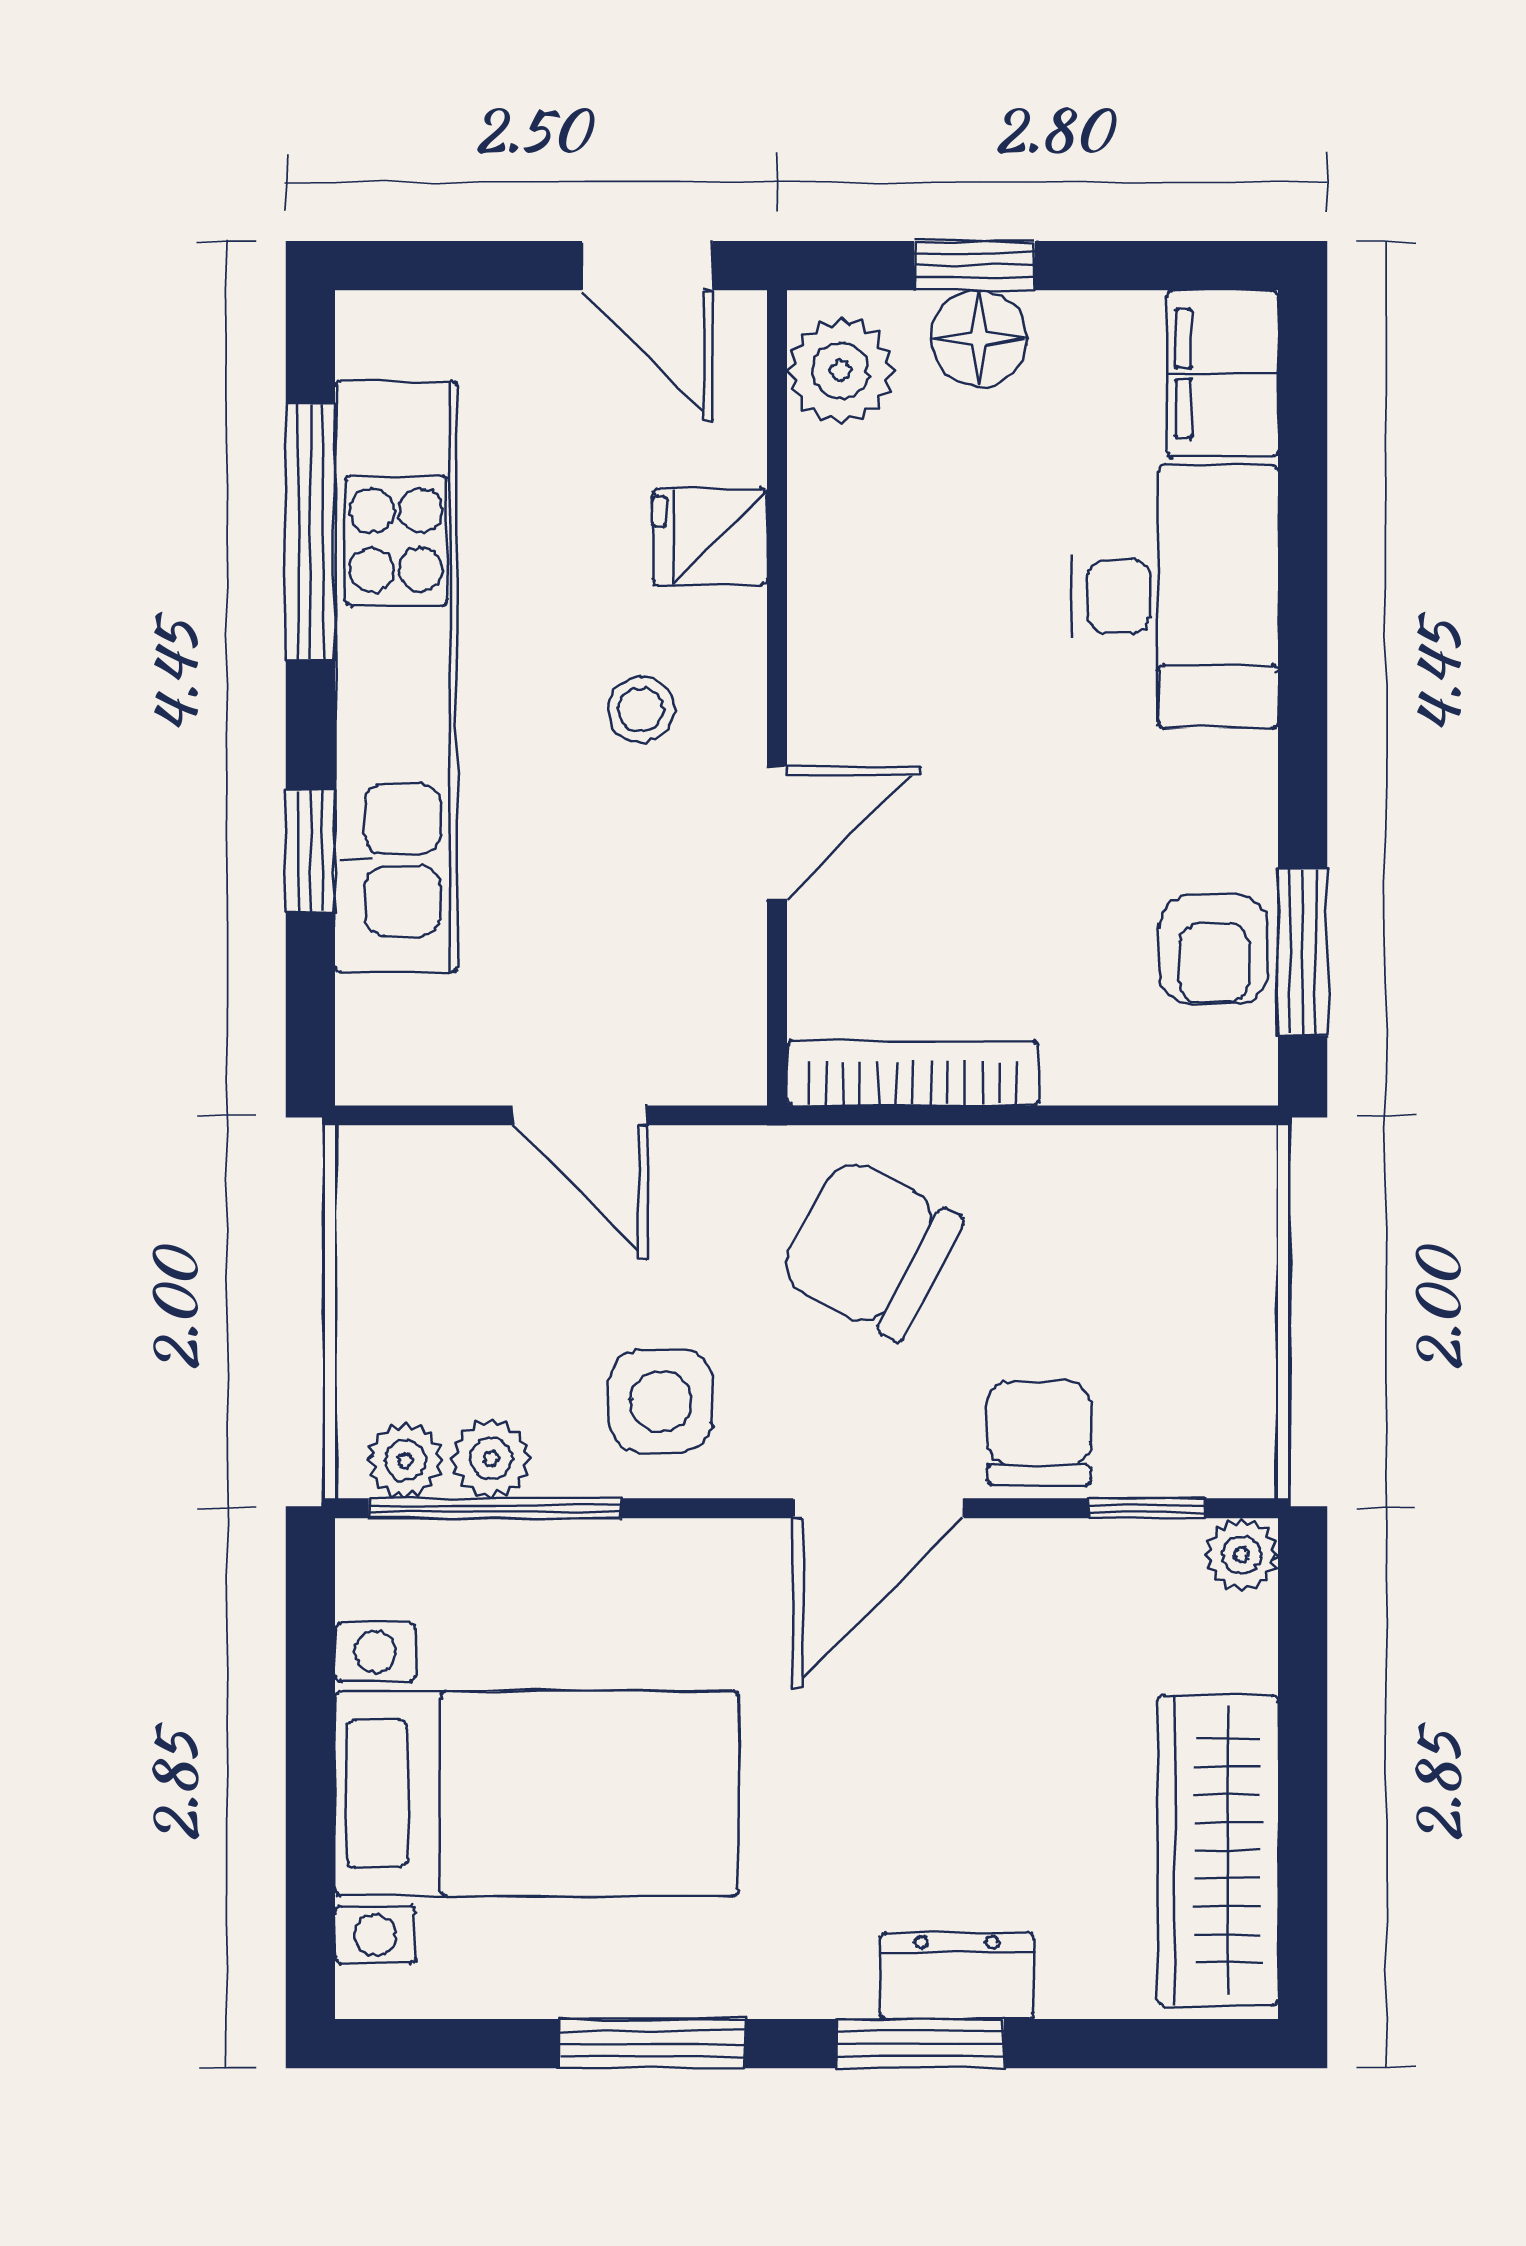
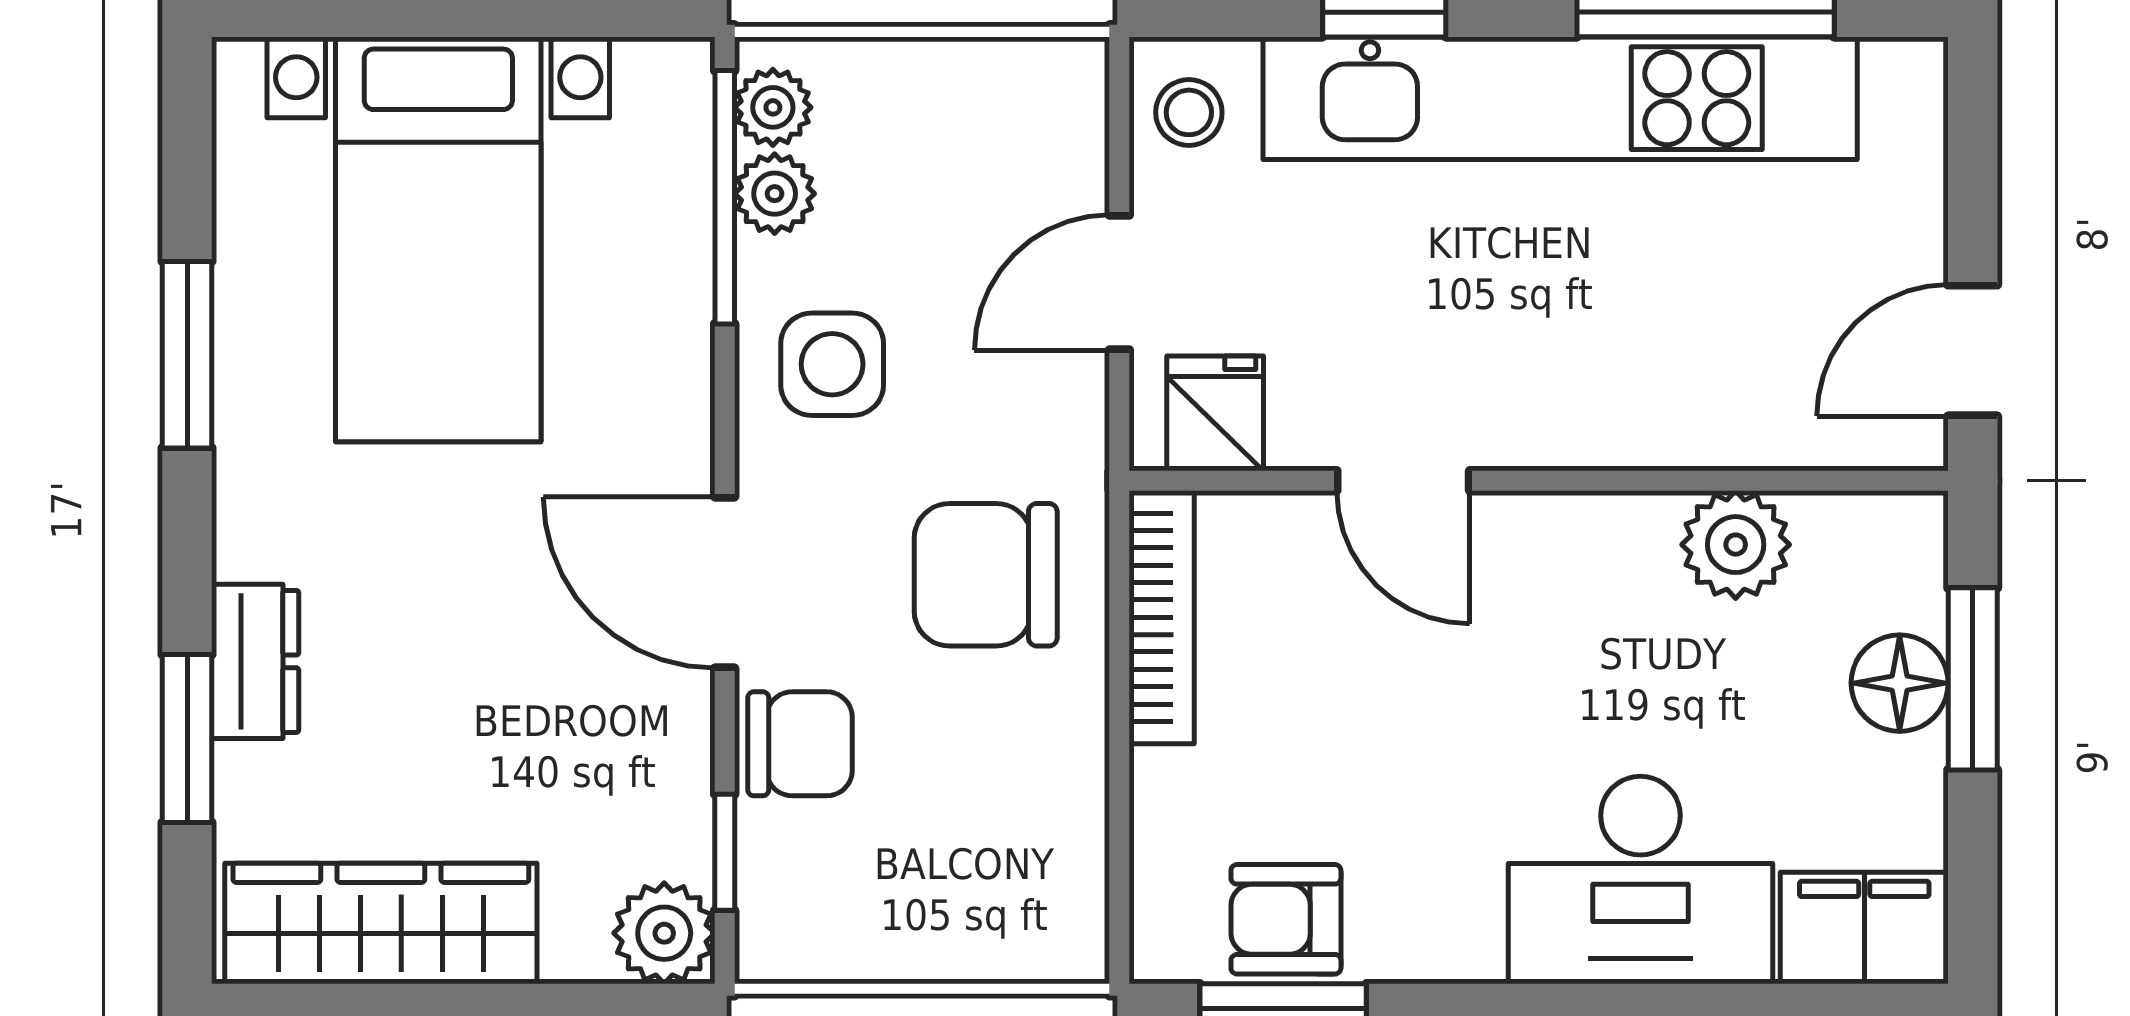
window: (974, 266) -> (1973, 679), width x1.50
plant: (841, 371) -> (1736, 545), moved
fridge: (710, 536) -> (1215, 413), moved
stool: (641, 710) -> (1189, 112), moved
chair: (871, 1248) -> (986, 575), turned -118
plant: (1241, 1555) -> (664, 933), width x1.38, depth x1.38
window: (920, 2044) -> (187, 739), moved

